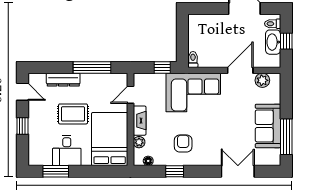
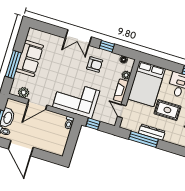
dresser: (63, 80) -> (152, 132), moved
door: (130, 95) -> (122, 111), swing flipped
window: (286, 137) -> (13, 64), moved
armchair: (183, 143) -> (95, 64), turned -90
double door: (238, 171) -> (78, 38), moved

